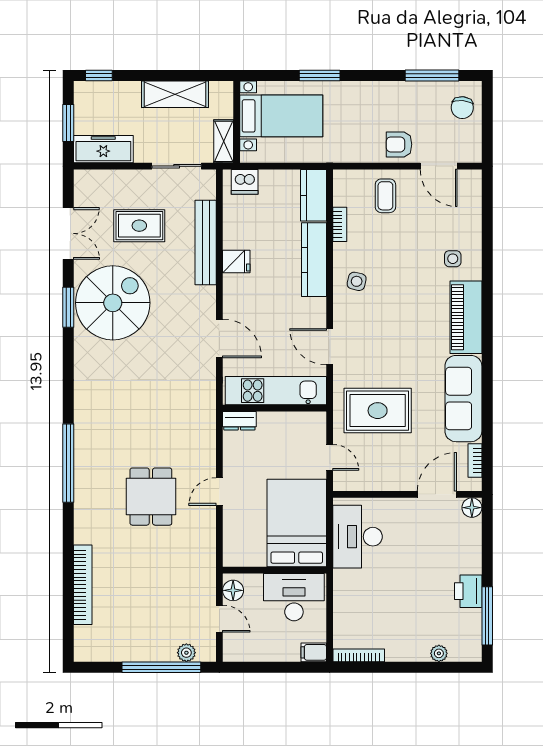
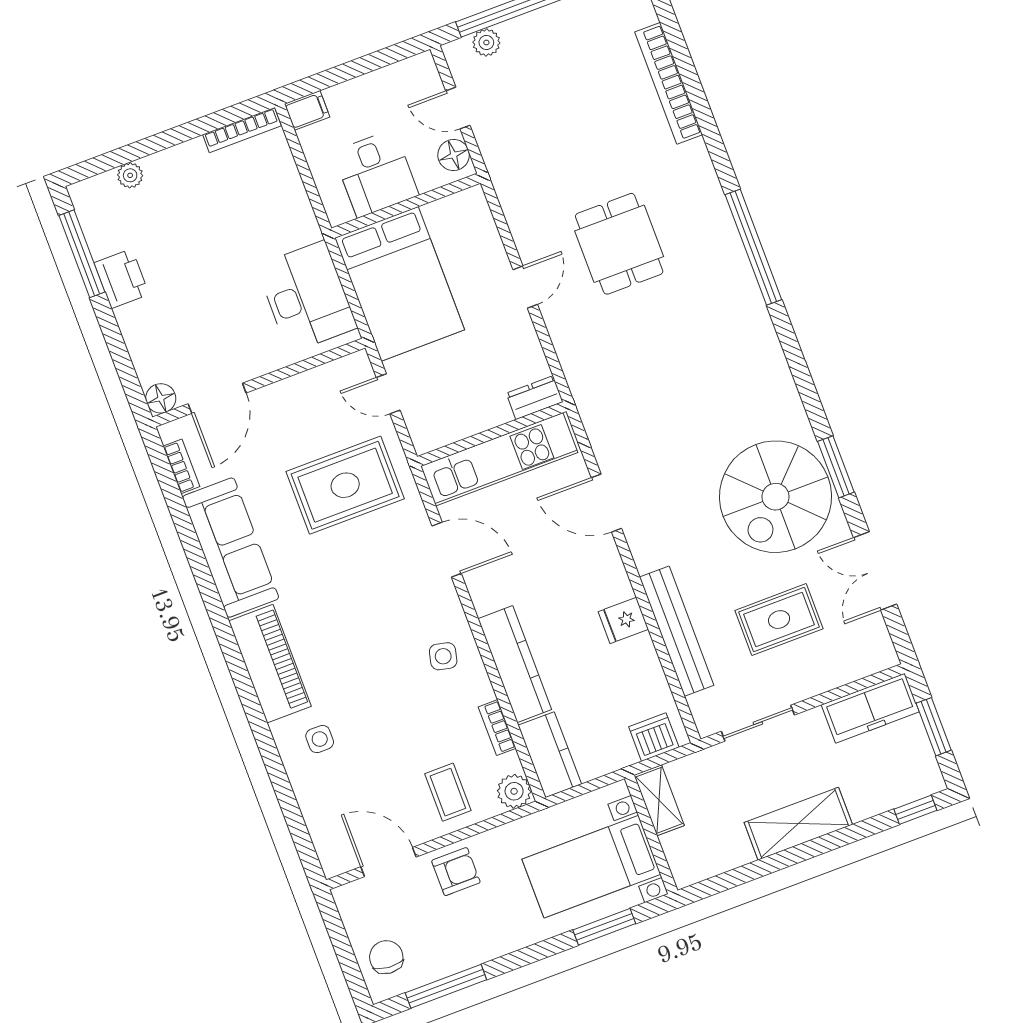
bed with nightstands: (281, 116) -> (591, 867), moved
wall: (237, 122) -> (651, 834), moved
shelving: (224, 141) -> (659, 800), moved
plant: (344, 181) -> (514, 791), added
desk: (294, 597) -> (376, 174), width x0.73

